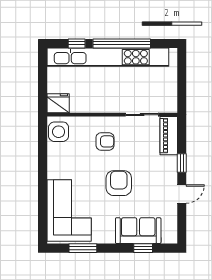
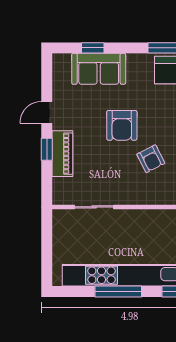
window: (122, 43) -> (118, 292), width x0.68
piano: (169, 136) -> (62, 154), moved
armchair: (105, 141) -> (151, 159), moved, turned -117

